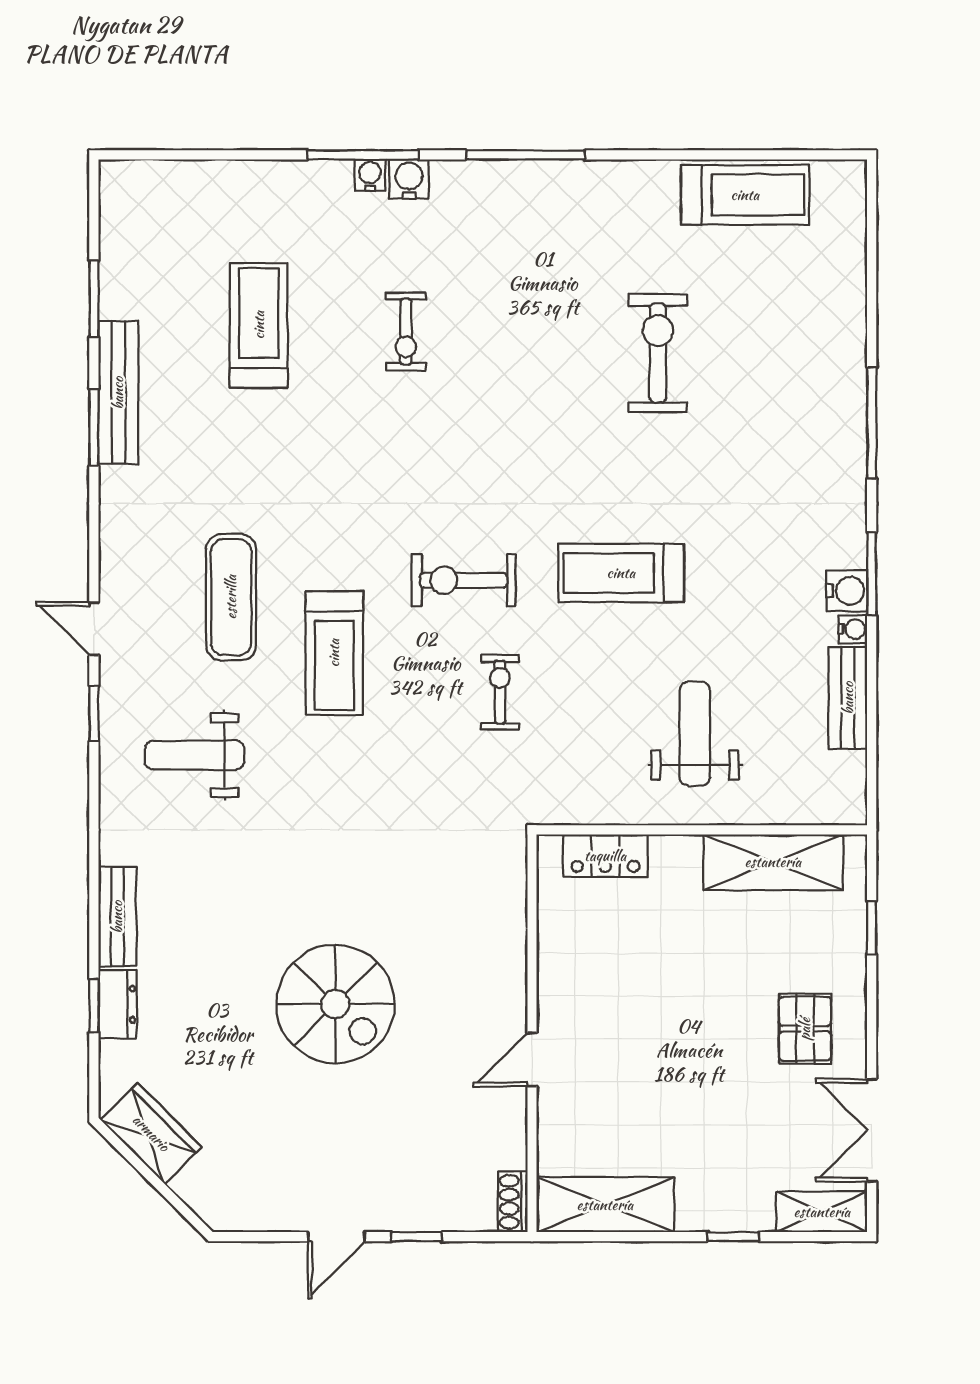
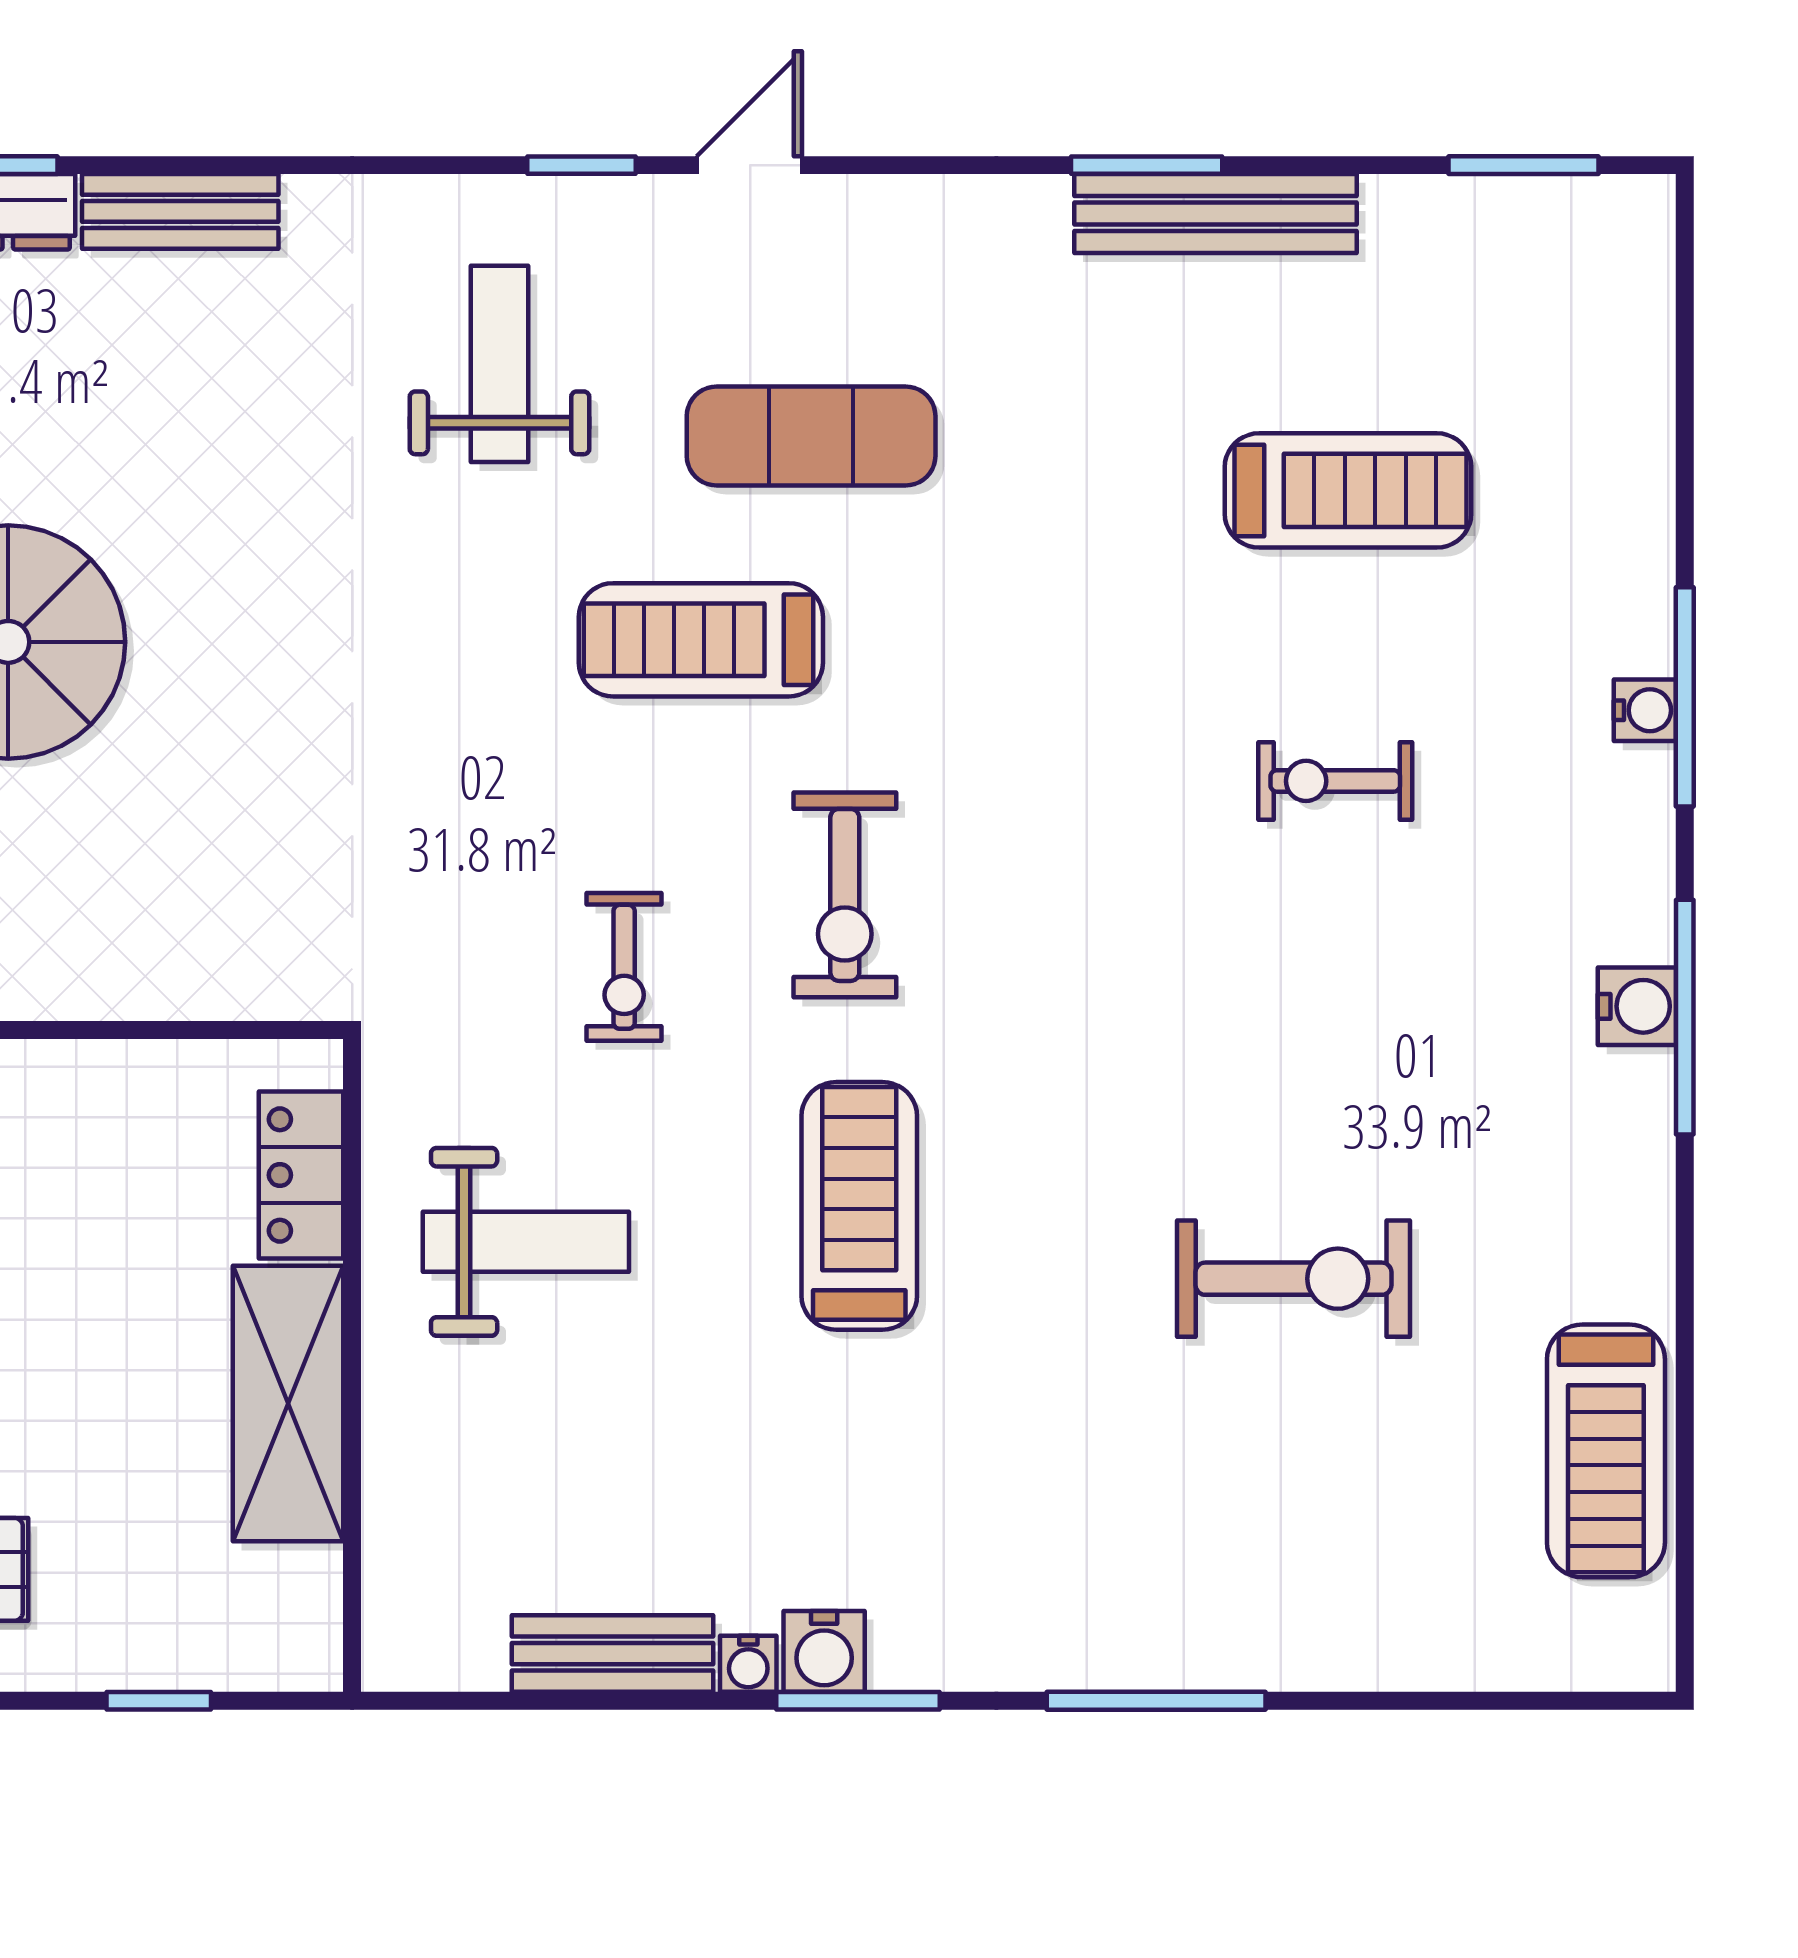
water cooler: (409, 179) -> (1637, 1006), moved
window: (94, 299) -> (1524, 165), moved
exercise bike: (464, 580) -> (845, 895), turned 180
exercise bike: (500, 692) -> (624, 967), turned 90
weight bench: (695, 734) -> (526, 1242), moved
shelving: (773, 862) -> (288, 1404), moved

